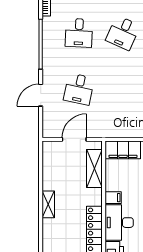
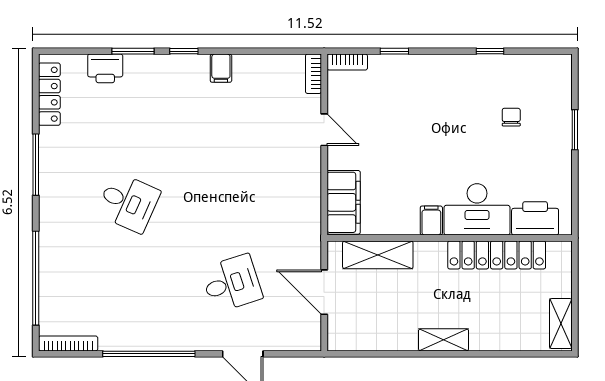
desk: (79, 33) -> (128, 283), removed
desk: (79, 89) -> (232, 283), turned -30

